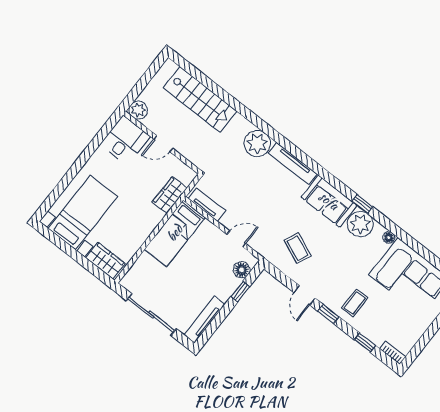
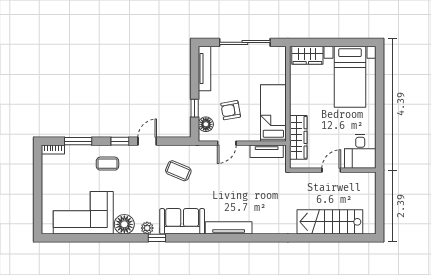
plant: (138, 110) -> (368, 180), removed
plant: (257, 144) -> (265, 222), removed
wardrobe: (170, 195) -> (298, 137), width x1.50
plant: (360, 224) -> (147, 228), width x0.53, depth x0.53
floor lamp: (389, 237) -> (124, 224), width x1.89, depth x1.89
armchair: (210, 265) -> (231, 110), added
door: (305, 295) -> (147, 141), hinge flipped
coffee table: (355, 303) -> (107, 164), turned 90
window: (365, 343) -> (78, 141), width x1.50

